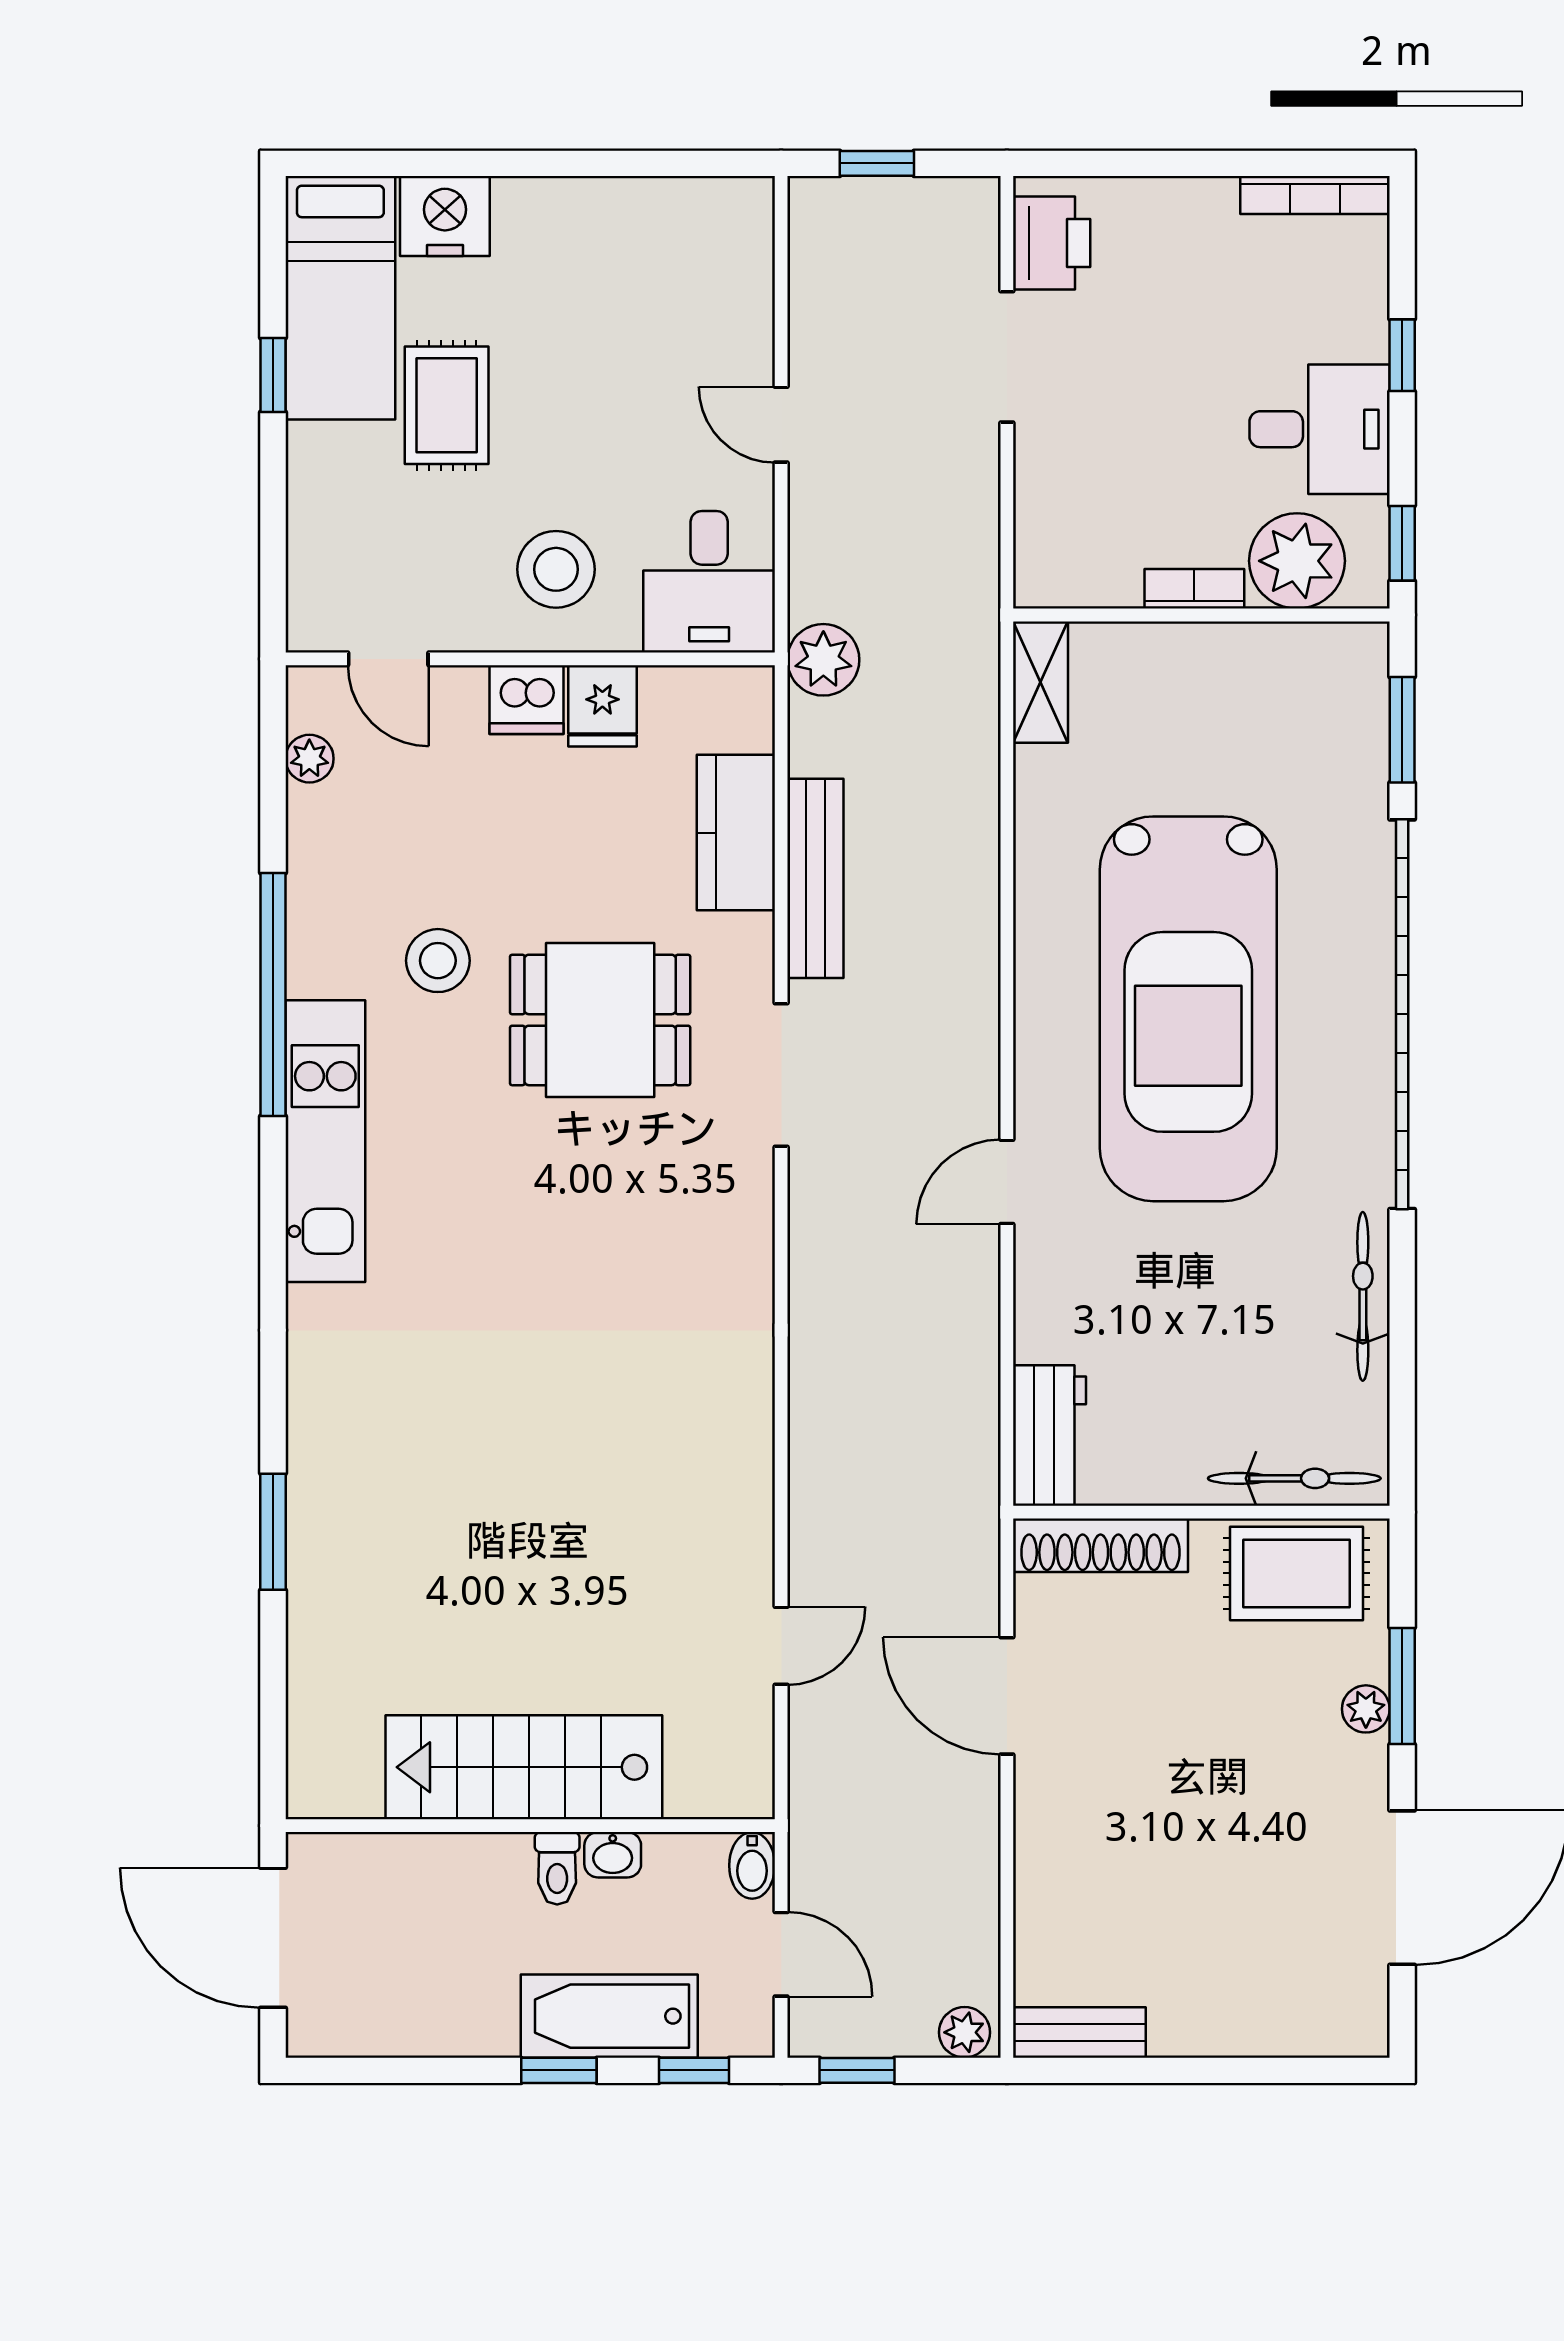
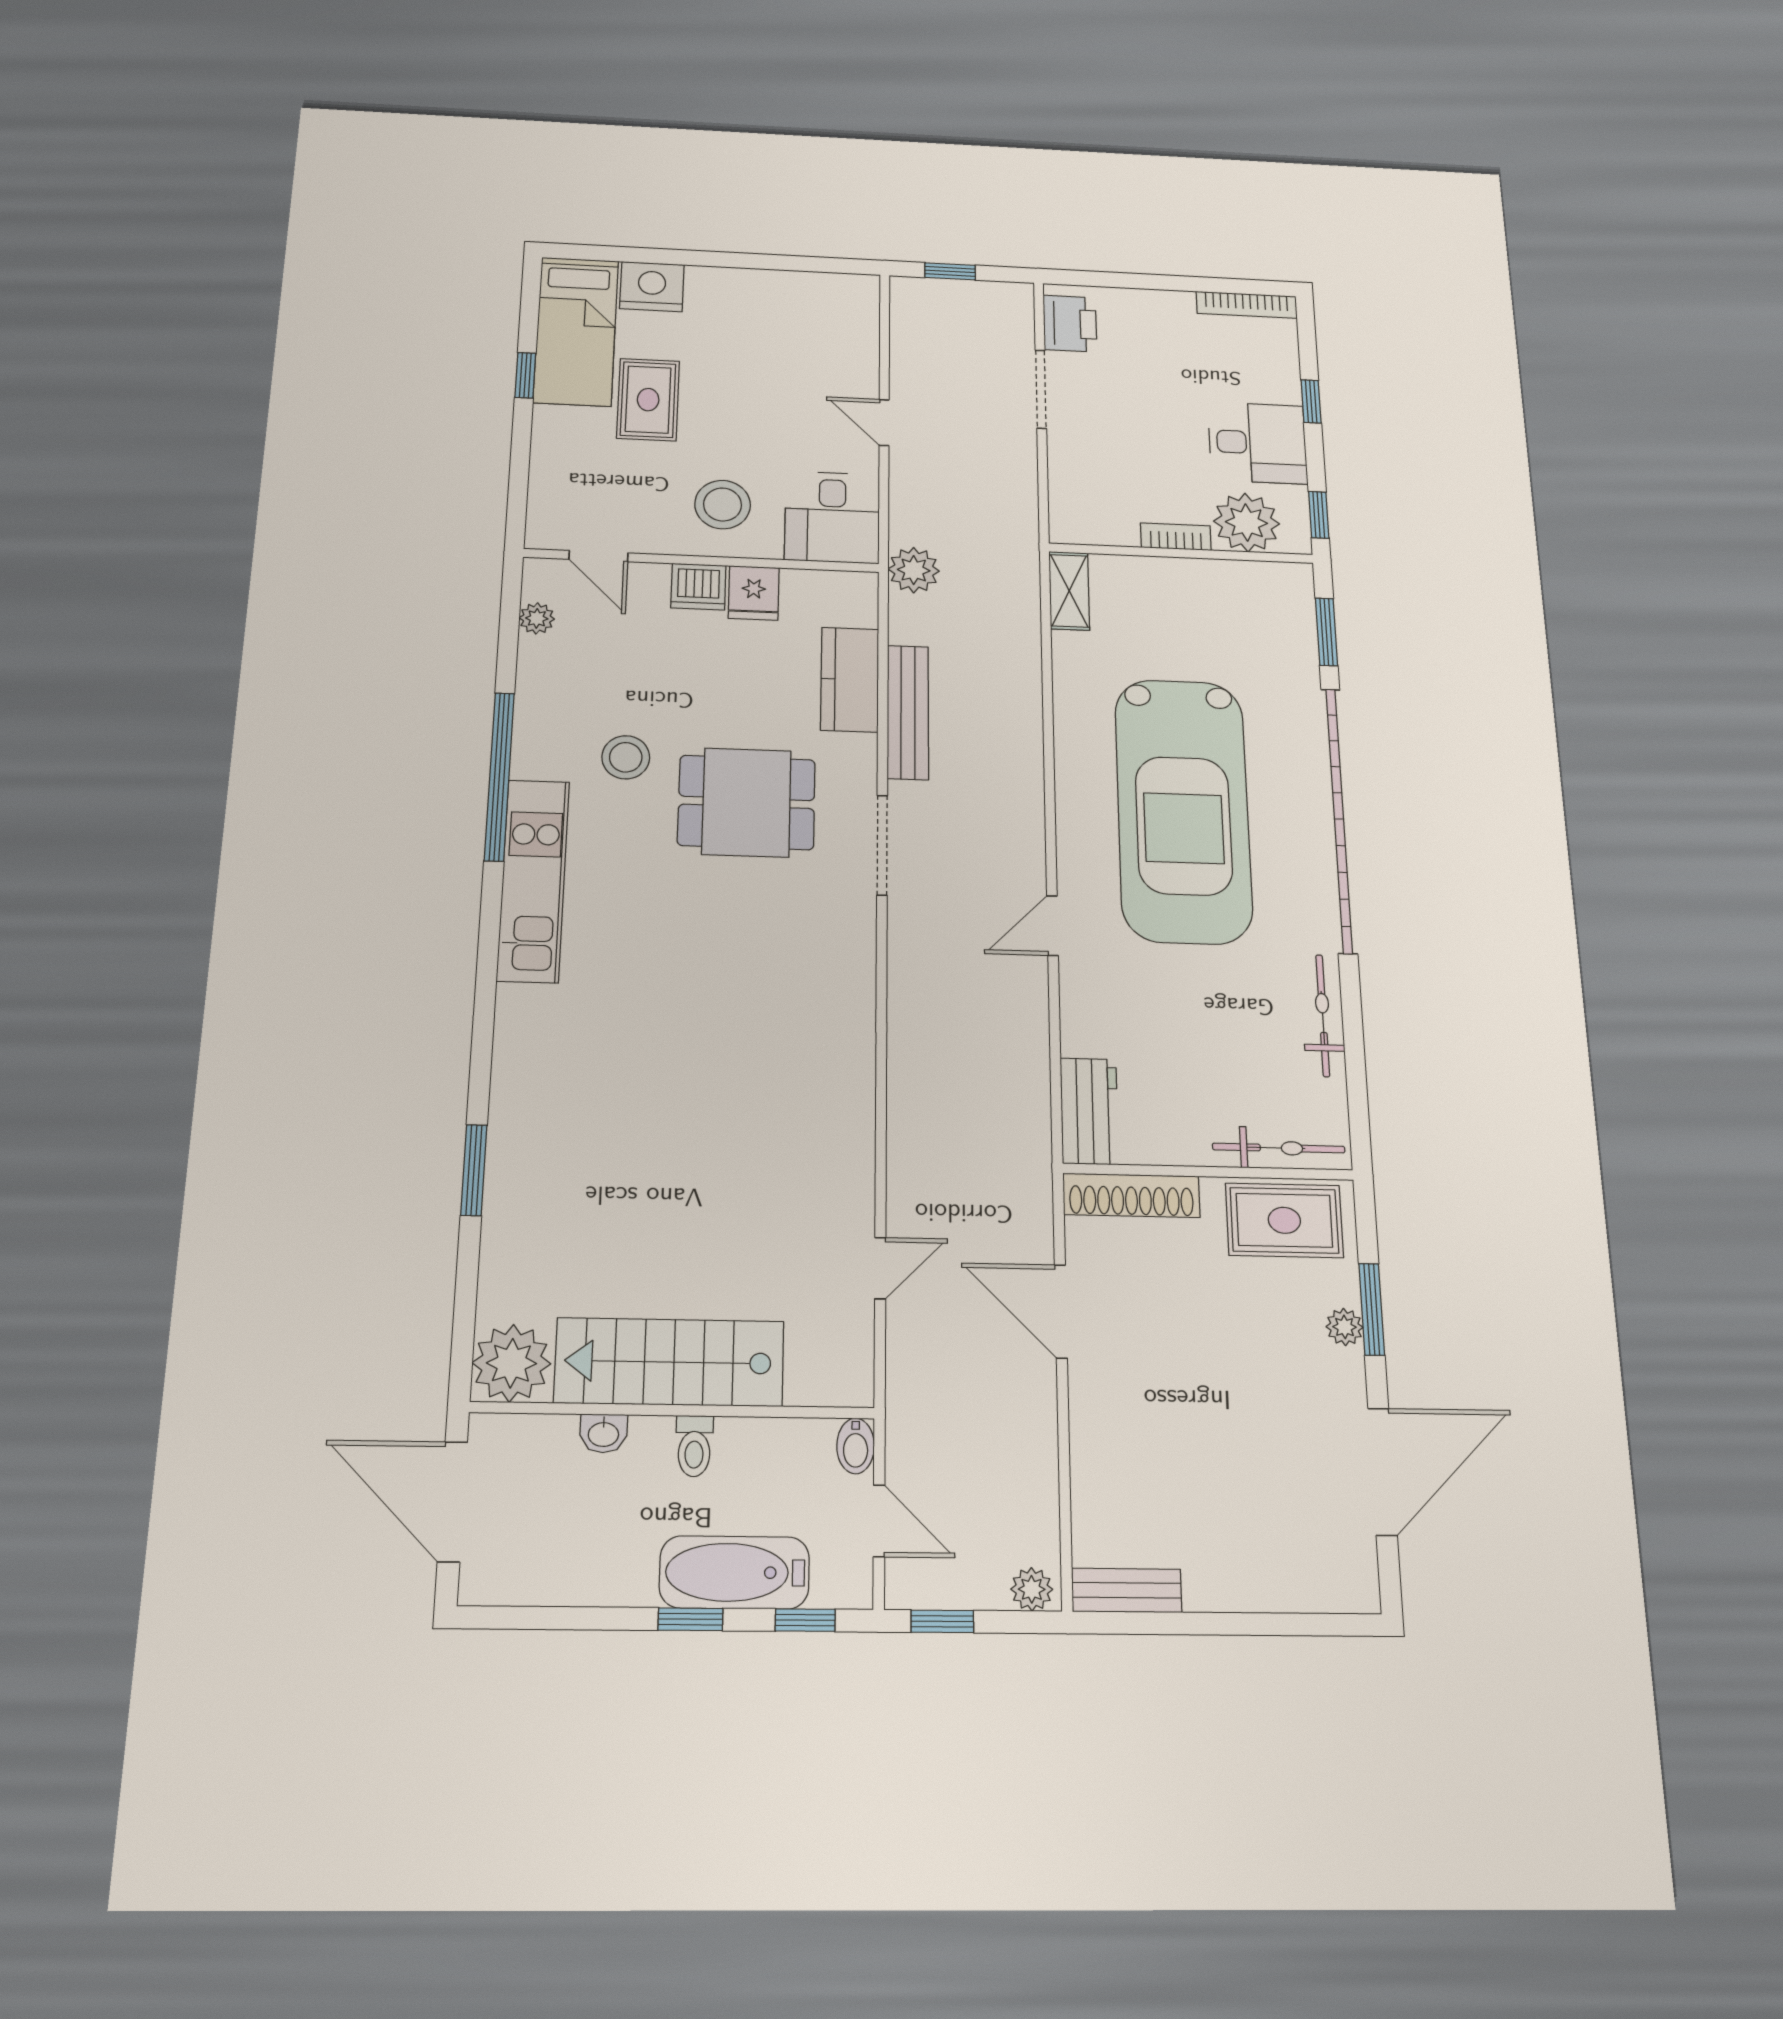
plant: (333, 1772) -> (511, 1363), added
washbasin: (613, 1855) -> (603, 1433), moved

